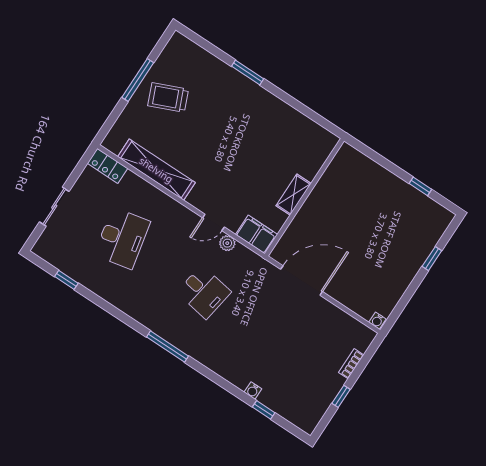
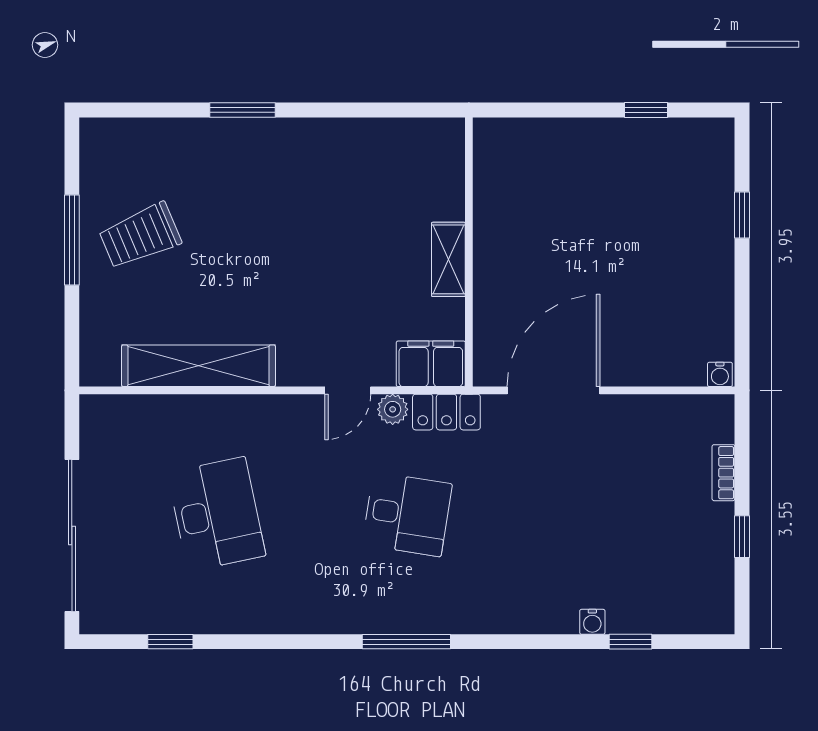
locker: (108, 166) -> (446, 412), moved
sliding door: (54, 207) -> (72, 536), width x1.86

